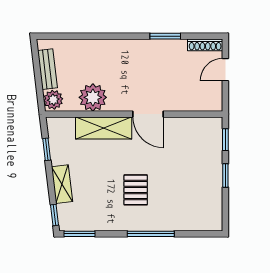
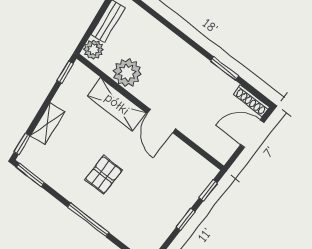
door: (225, 70) -> (252, 134), width x1.38
window: (47, 149) -> (65, 72), moved

